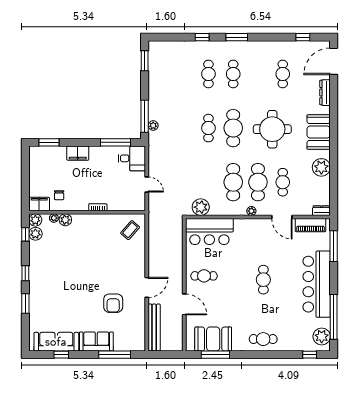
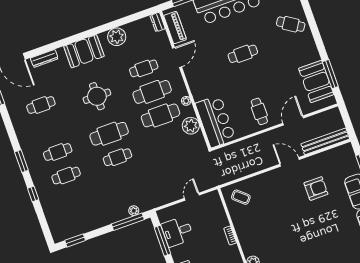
round table: (272, 129) -> (97, 96), width x0.73, depth x0.73
desk: (132, 158) -> (177, 231), moved, turned -90
plant: (201, 207) -> (191, 126), moved
plant: (251, 211) -> (186, 101), moved
cafe table: (263, 339) -> (291, 24), moved, turned -57

